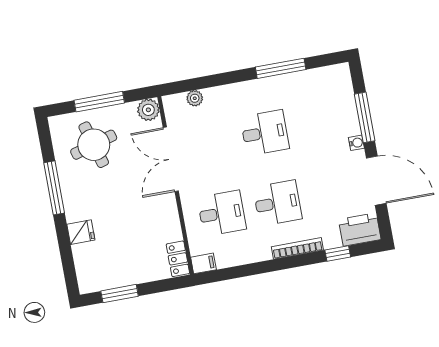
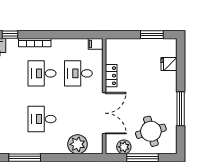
plant: (195, 98) -> (78, 144), width x1.88, depth x1.88
plant: (148, 110) -> (124, 147), moved
fridge: (81, 232) -> (169, 64), moved
locker: (178, 259) -> (111, 76), moved

